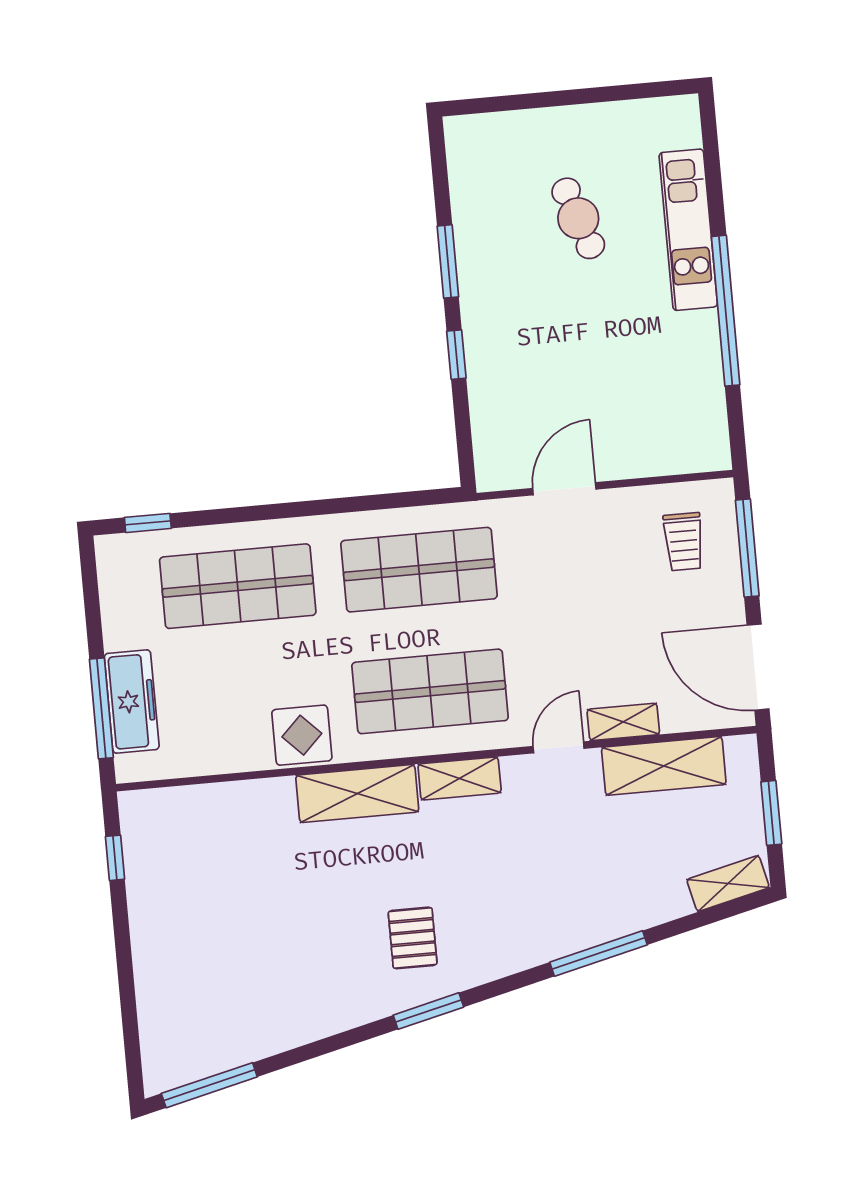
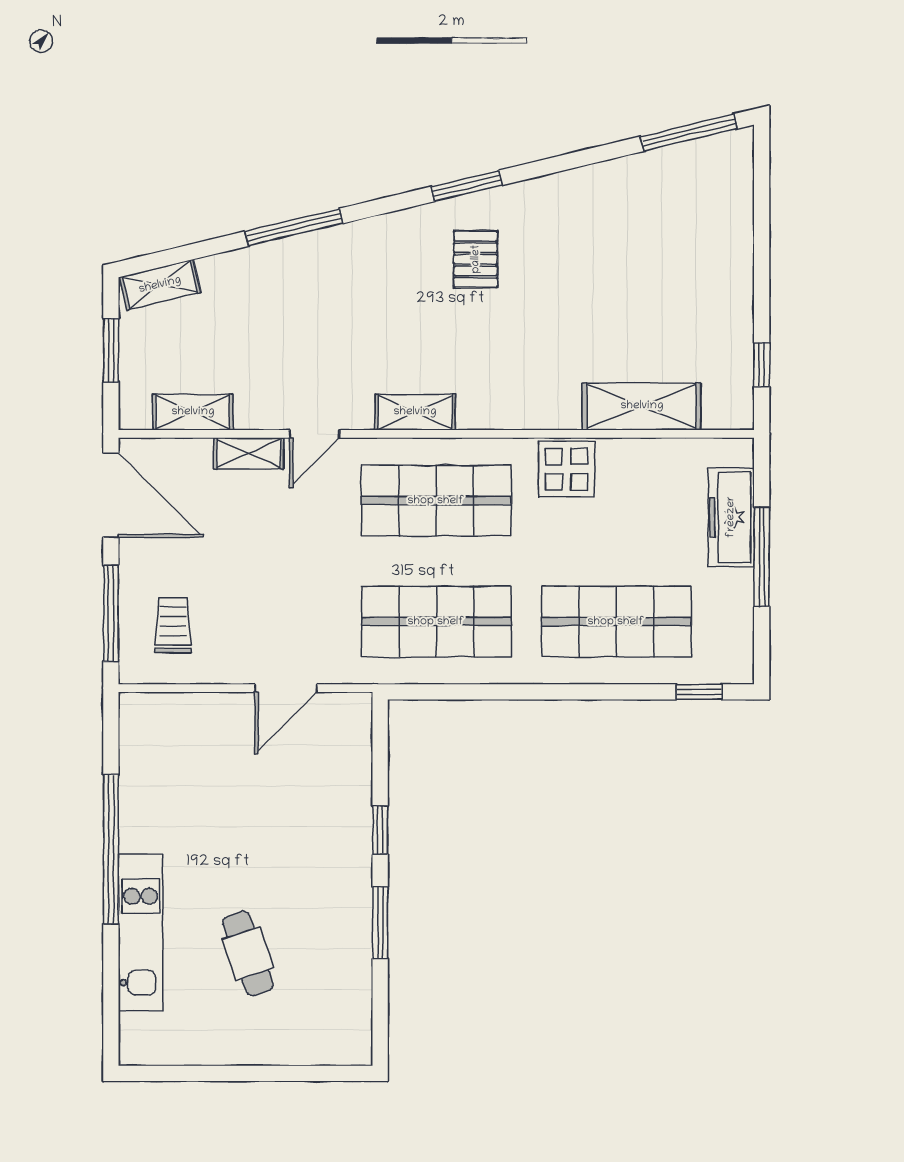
window: (101, 708) -> (762, 557), moved
shelving: (664, 766) -> (193, 412), width x0.67, depth x0.75
shelving: (357, 794) -> (642, 406), moved

